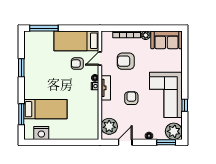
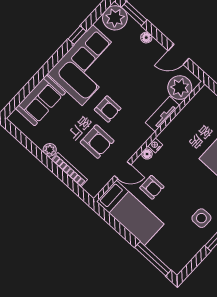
sofa: (166, 40) -> (40, 100), moved, turned 90
side table: (38, 71) -> (201, 218), added
tv unit: (106, 88) -> (162, 114), moved
armchair: (131, 98) -> (108, 109), moved, turned -90

